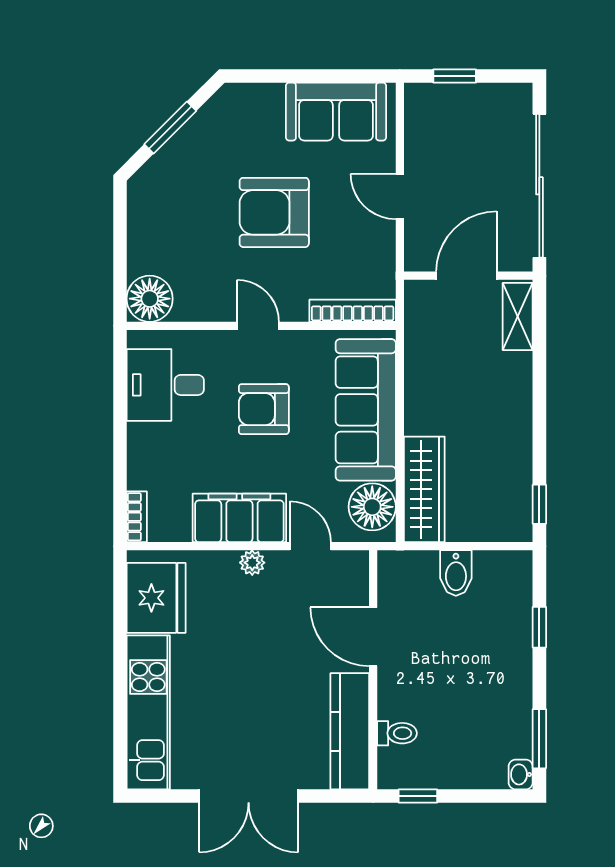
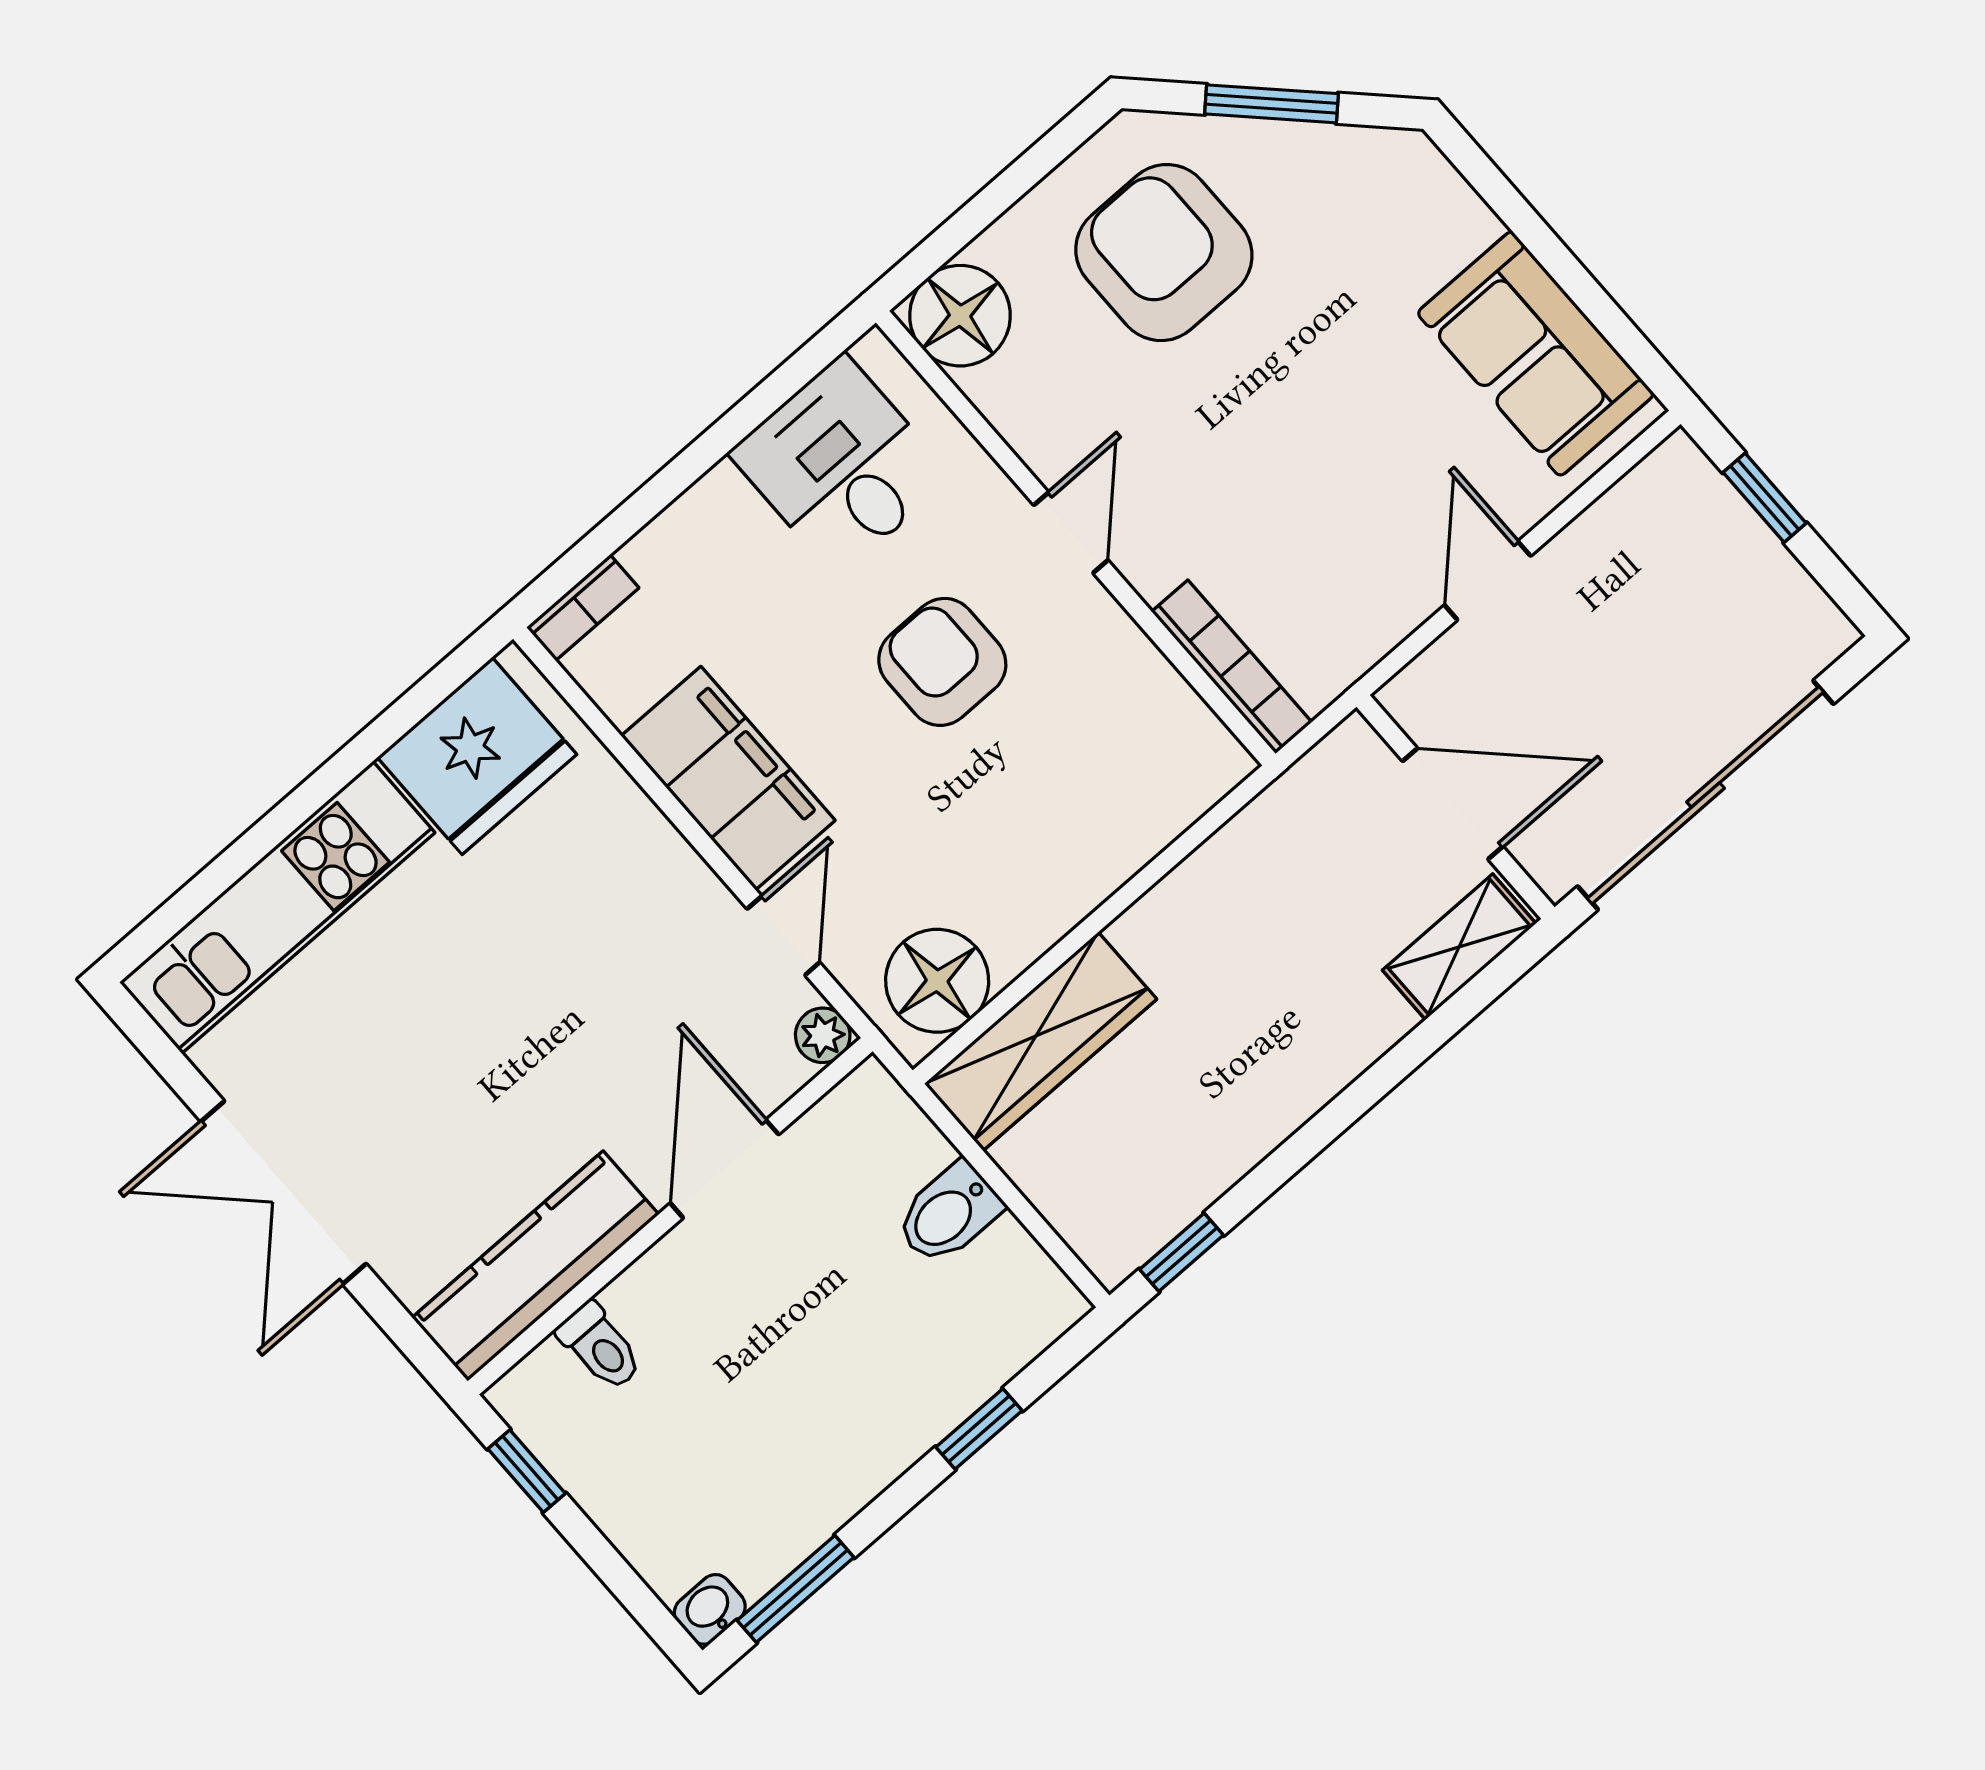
armchair: (274, 212) -> (1164, 253), moved
sofa: (366, 410) -> (1087, 831), removed
plant: (252, 563) -> (823, 1035), moved

